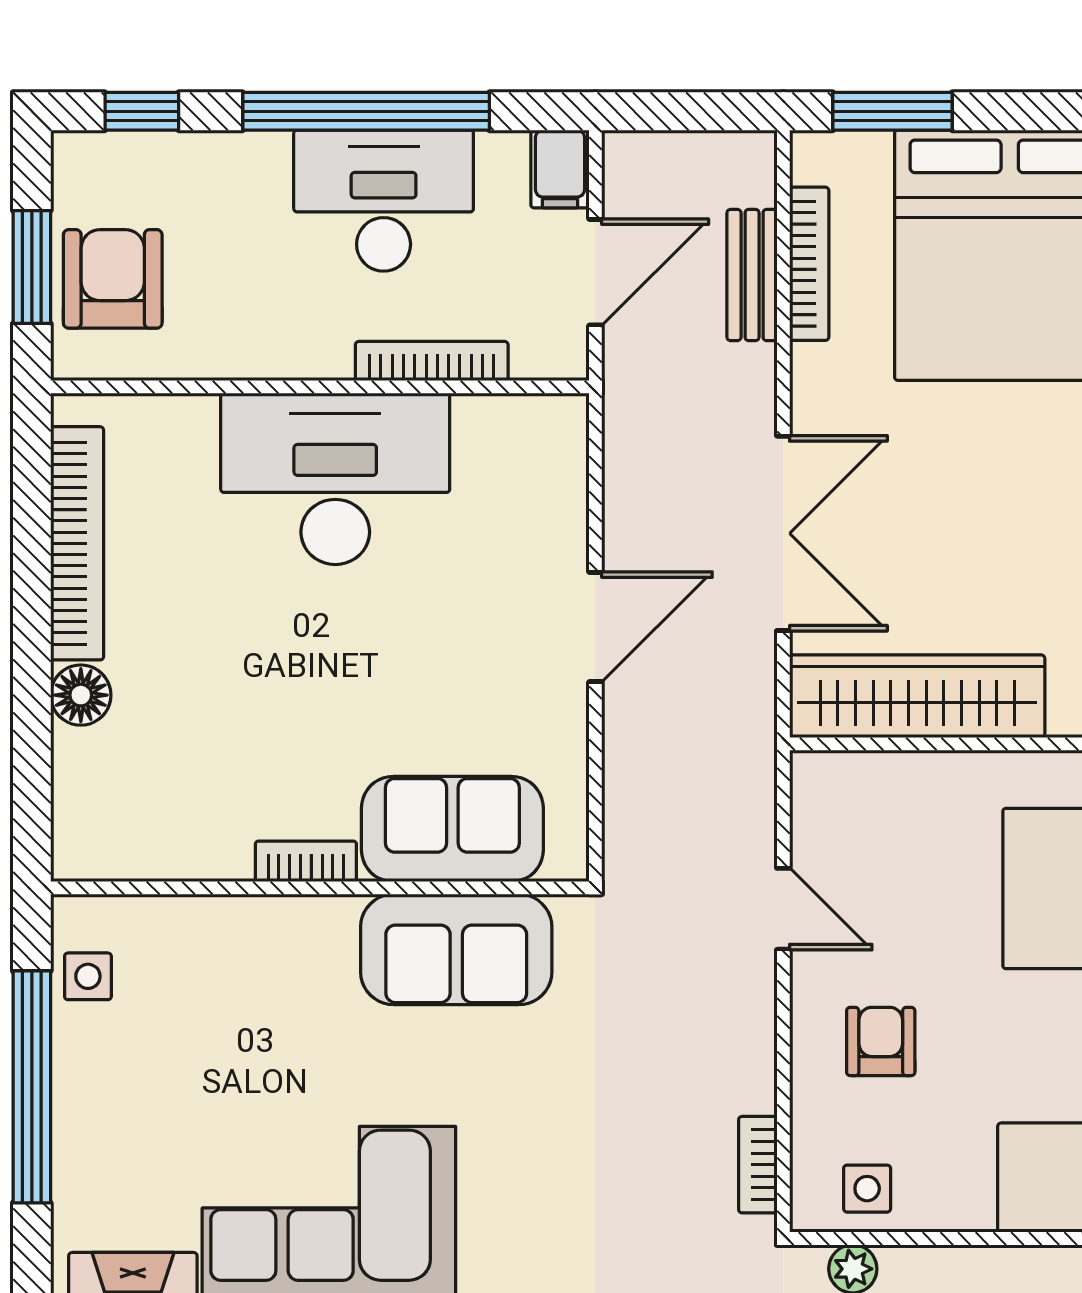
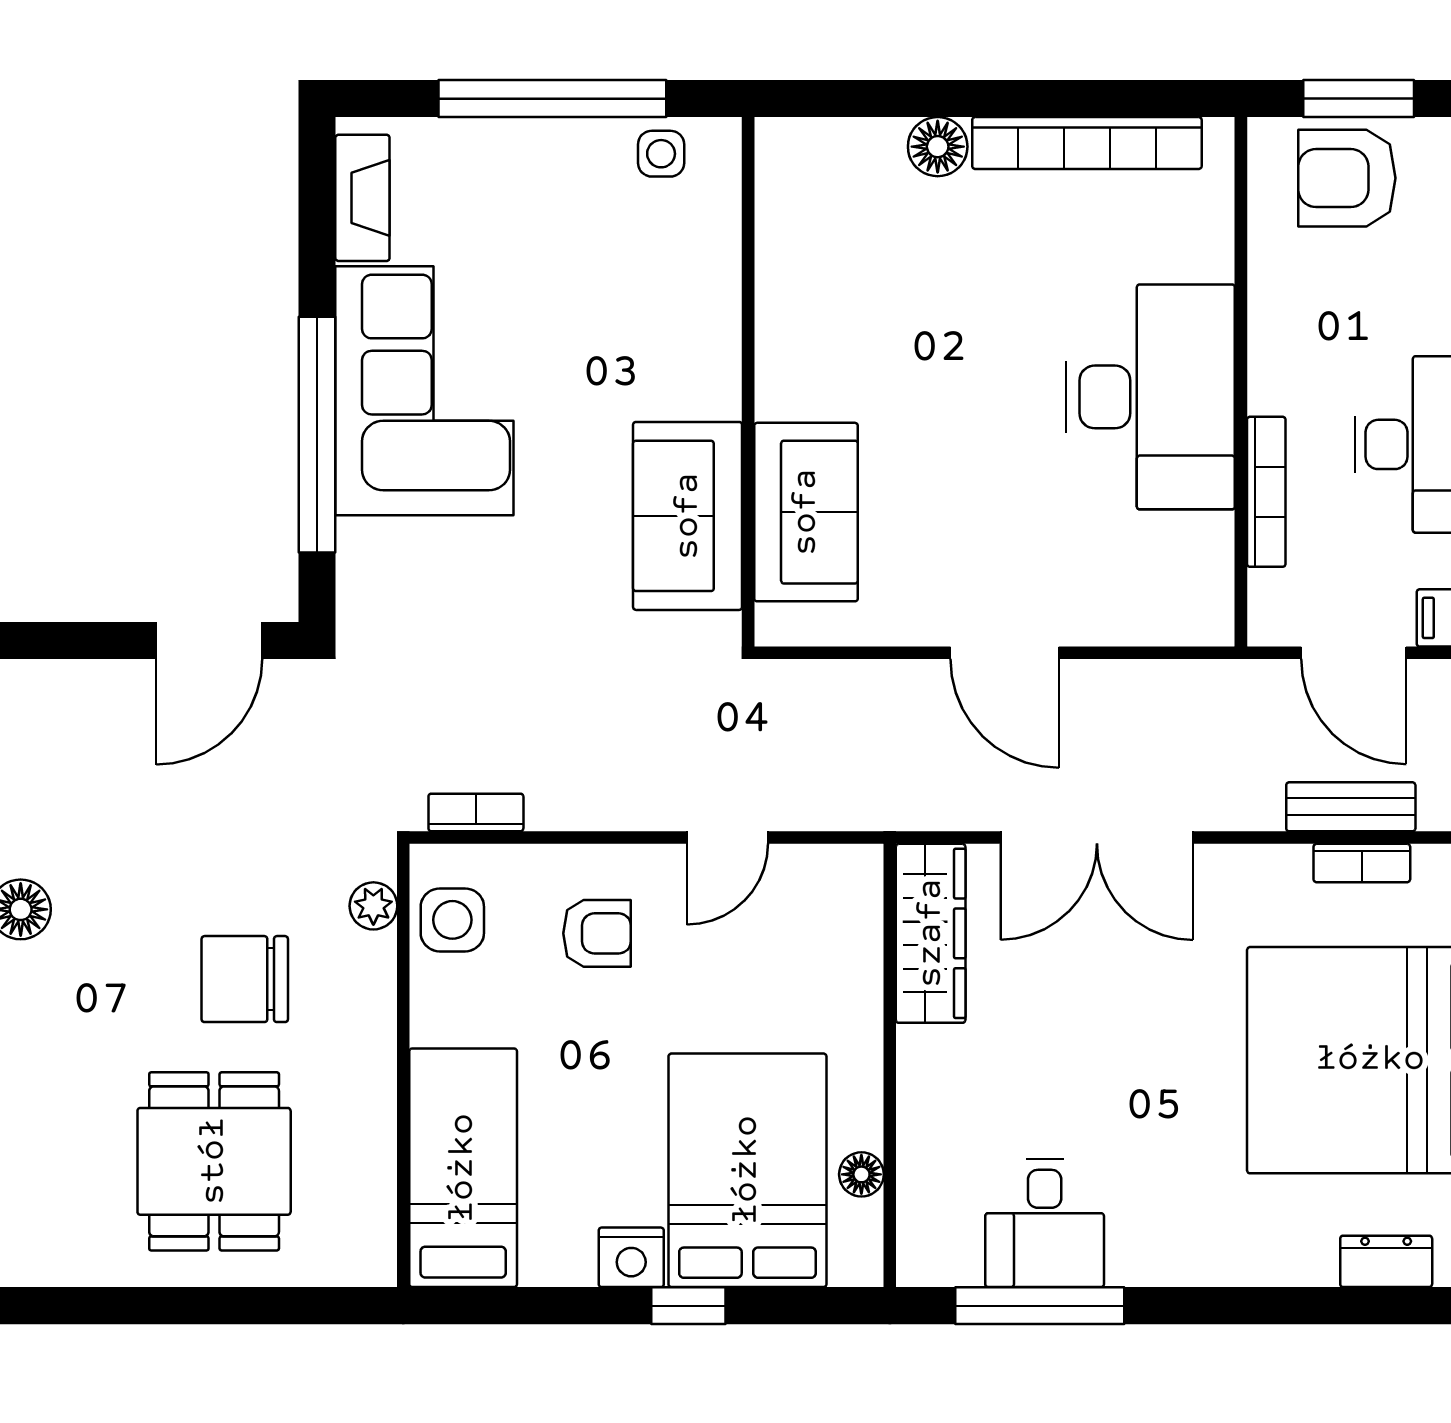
bookcase: (809, 264) -> (1362, 863), width x0.64
armchair: (113, 279) -> (1347, 178), turned 180
wardrobe: (917, 696) -> (931, 933), width x0.71, depth x0.85
bookcase: (306, 861) -> (774, 368), removed
side table: (867, 1189) -> (452, 920), width x1.37, depth x1.37

